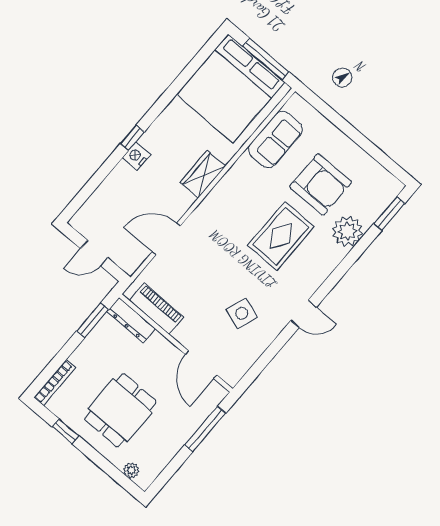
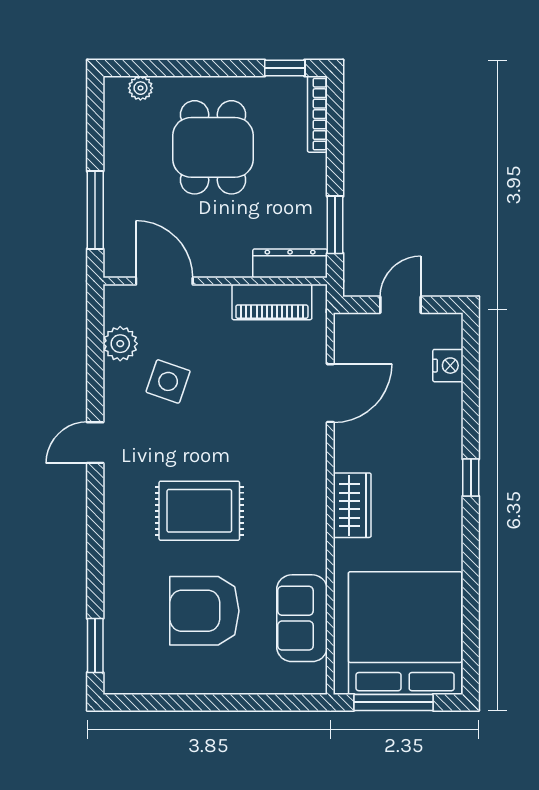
nightstand: (136, 156) -> (448, 366), moved
plant: (347, 231) -> (120, 344), moved, width x0.73, depth x0.73
rug: (281, 236) -> (199, 511), turned 90
window: (66, 431) -> (285, 68), moved

